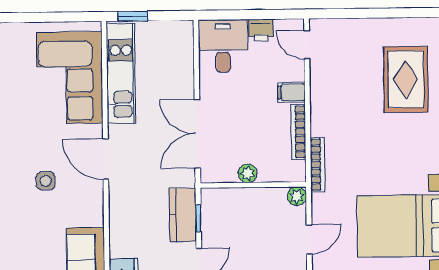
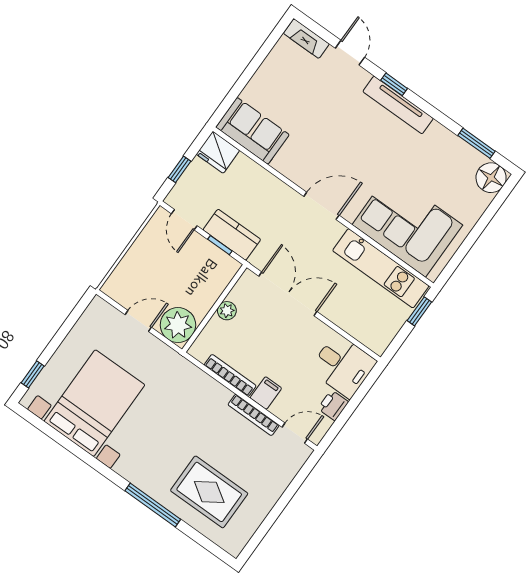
bookcase: (318, 165) -> (254, 415), moved
side table: (46, 181) -> (339, 145), removed
plant: (297, 196) -> (178, 325), width x1.88, depth x1.88
door: (309, 239) -> (138, 321), swing flipped

